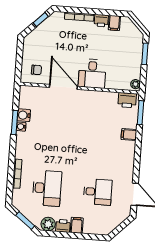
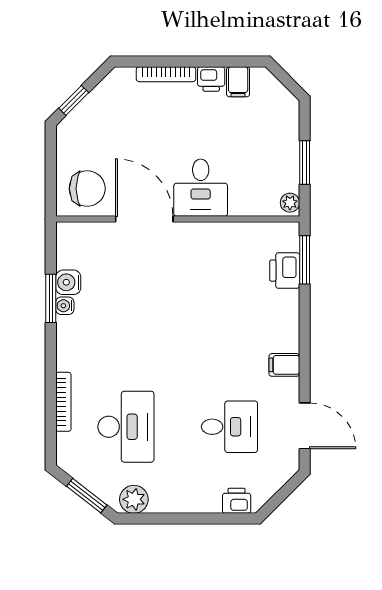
window: (41, 20) -> (74, 100), moved
window: (145, 54) -> (305, 163), moved
chair: (36, 70) -> (87, 189), width x1.87, depth x1.87
printer: (127, 100) -> (285, 271), moved, turned 90
filing cabinet: (129, 135) -> (284, 365), moved
filing cabinet: (77, 225) -> (192, 498), removed
printer: (63, 226) -> (237, 501), moved

